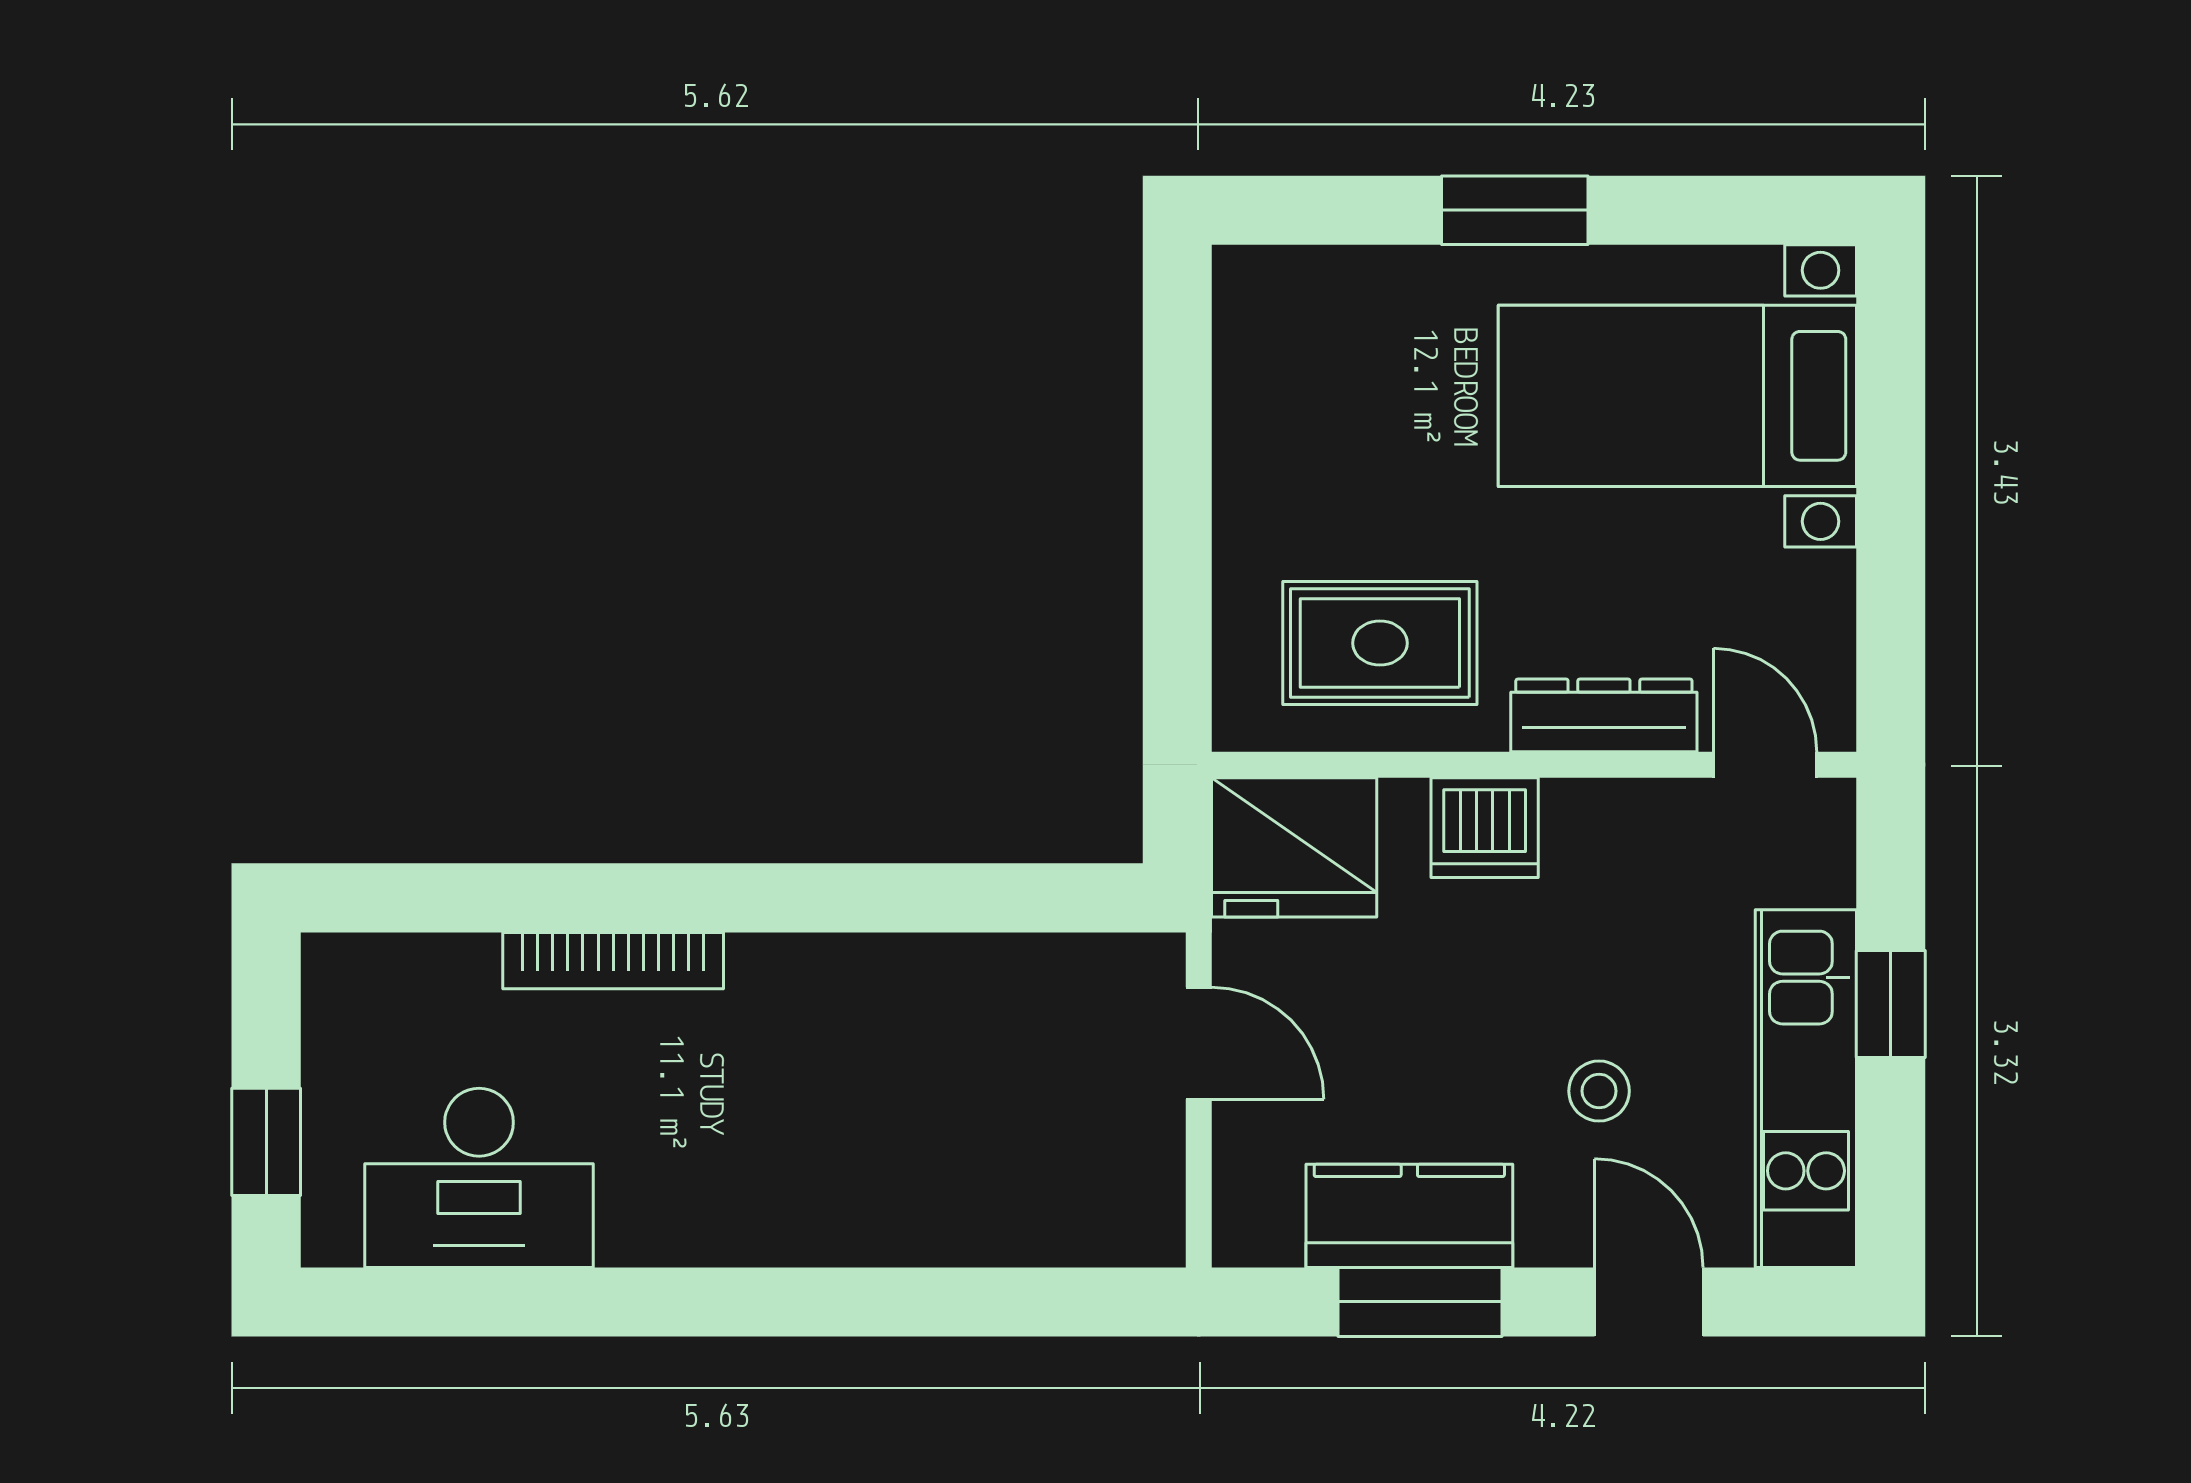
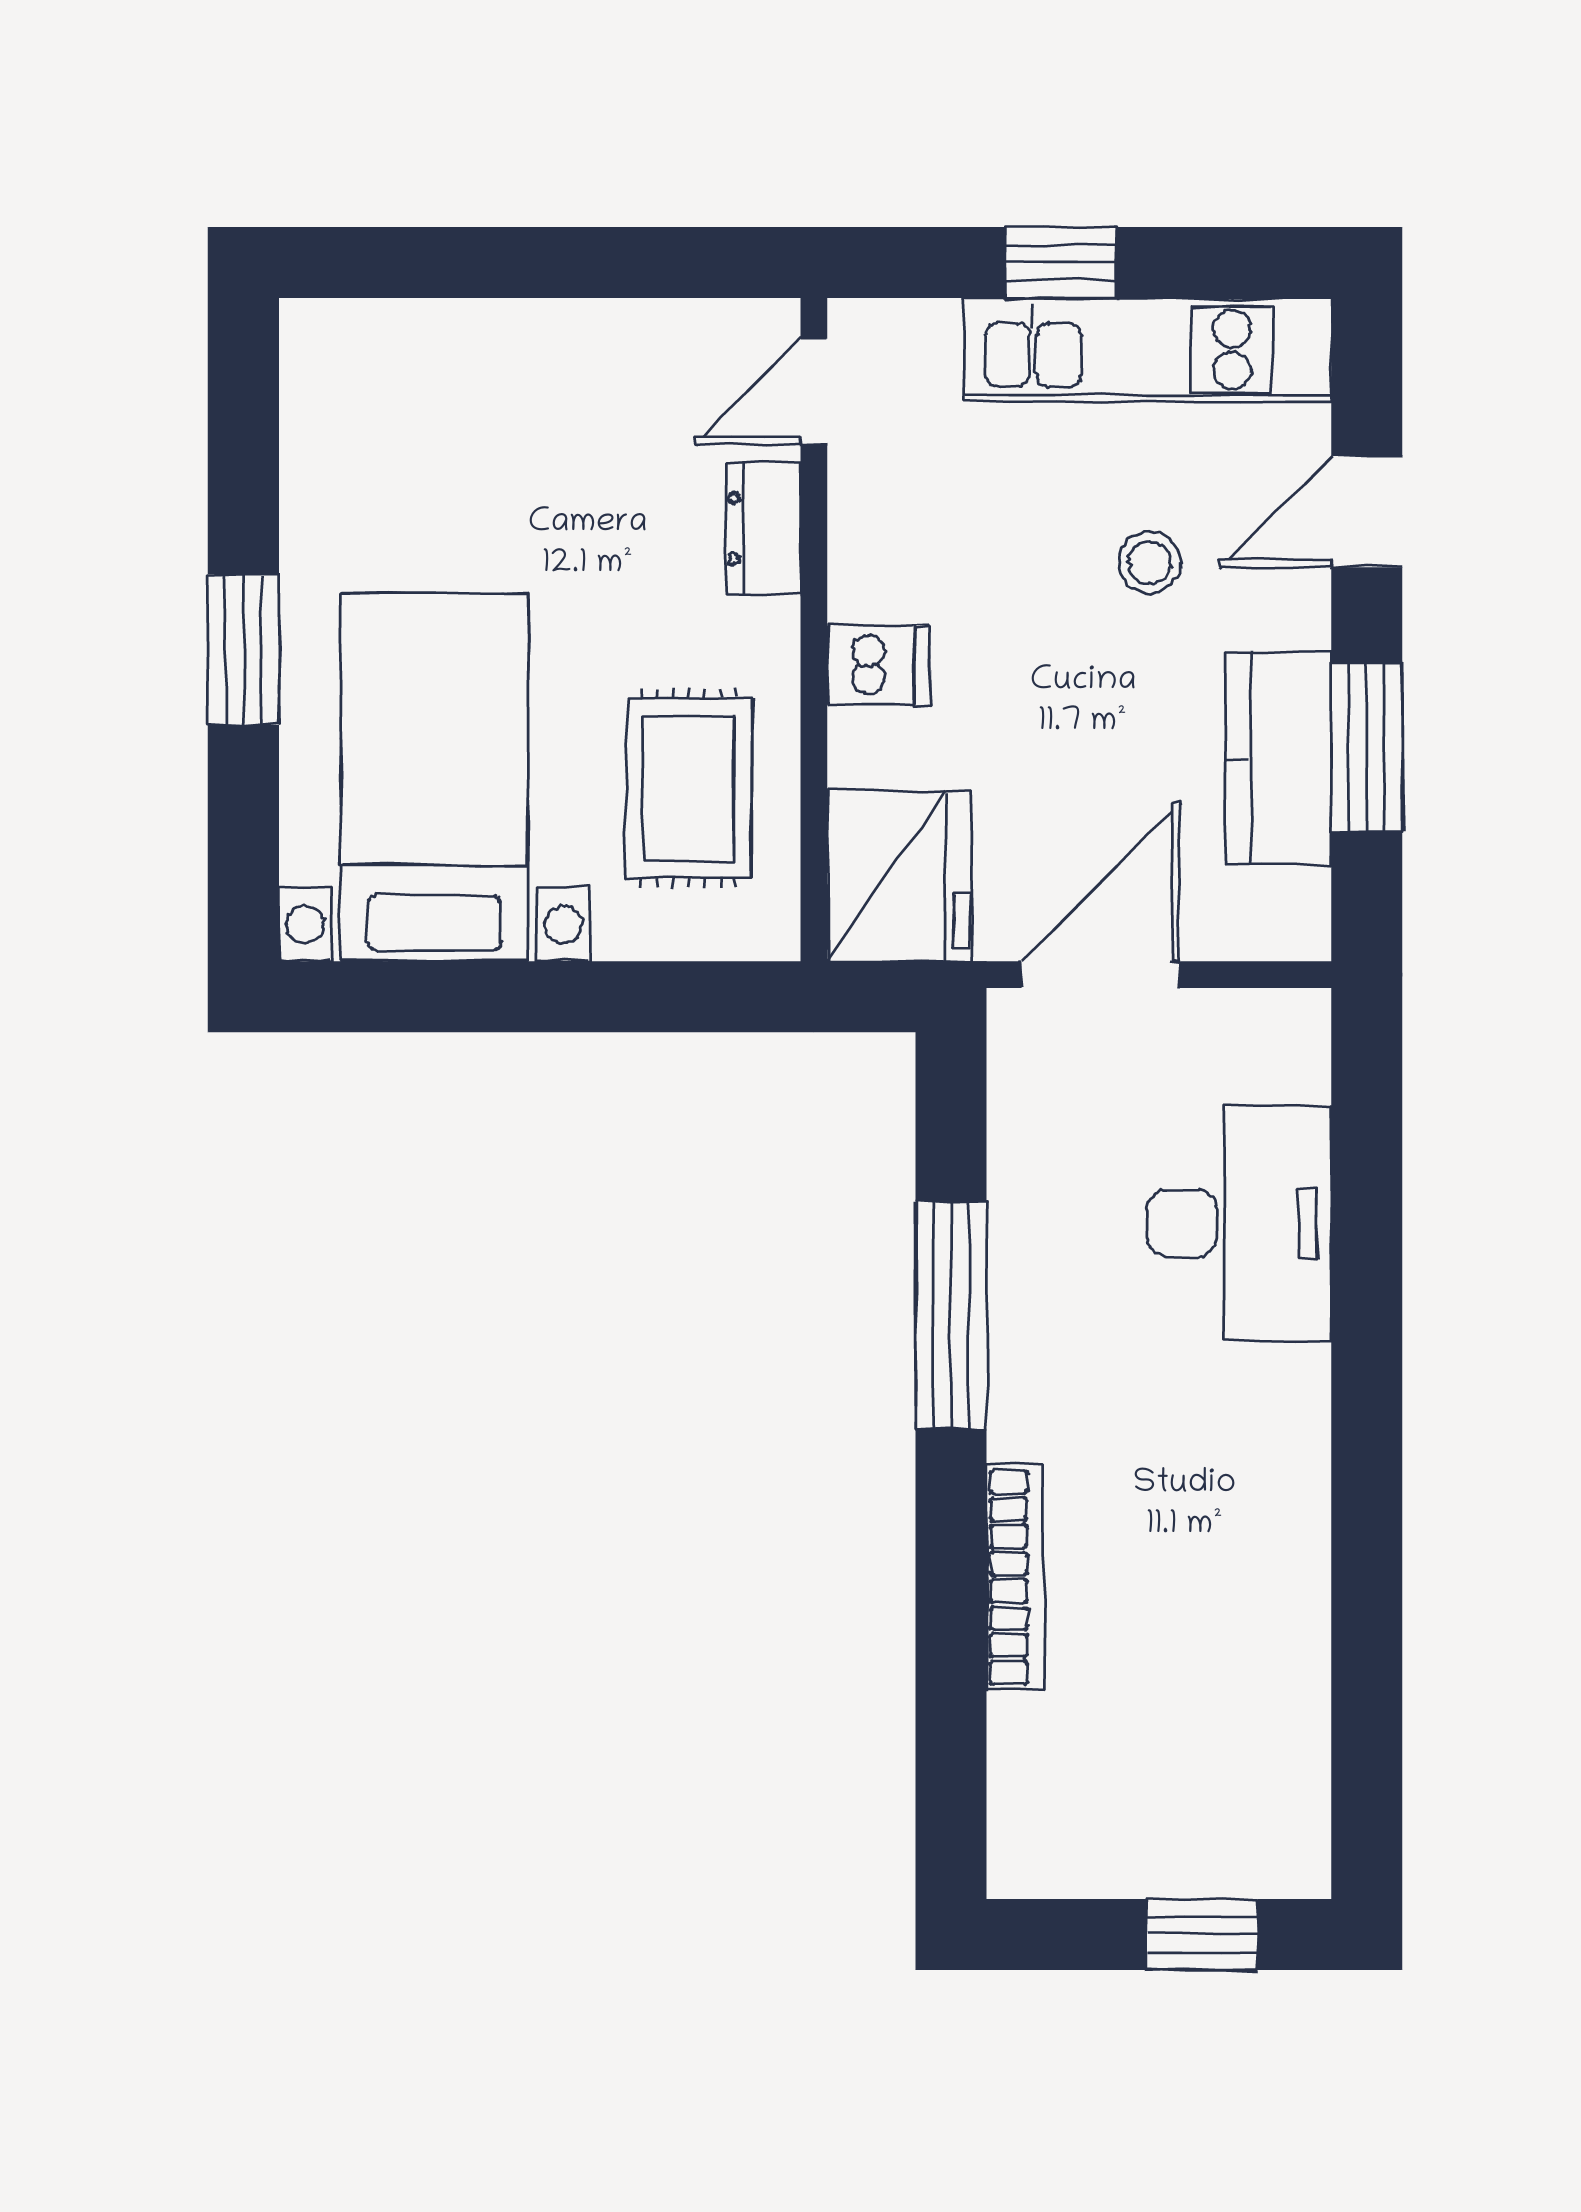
bed with nightstands: (1677, 396) -> (434, 777), moved, turned 180
dresser: (1604, 715) -> (763, 529), width x0.70
dishwasher: (1485, 828) -> (879, 665), width x0.73
window: (868, 898) -> (951, 1315), added
door: (1199, 1043) -> (1101, 975), width x1.38
desk: (479, 1178) -> (1239, 1223), moved

